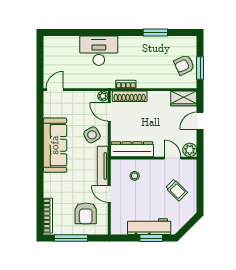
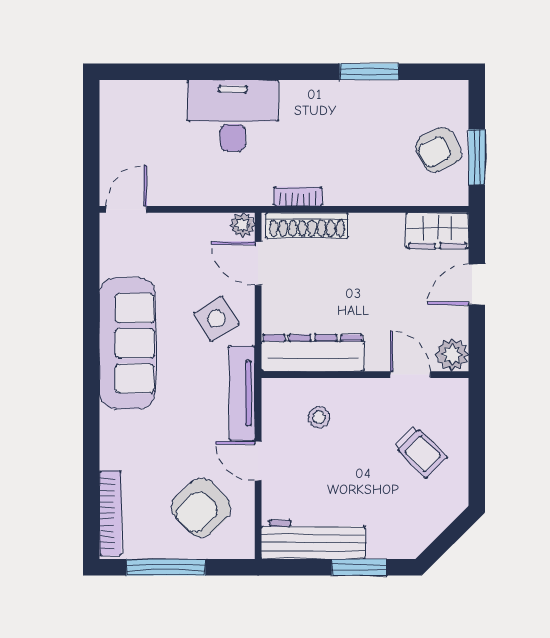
armchair: (86, 213) -> (201, 508), turned 46
workbench: (149, 227) -> (313, 540), moved

